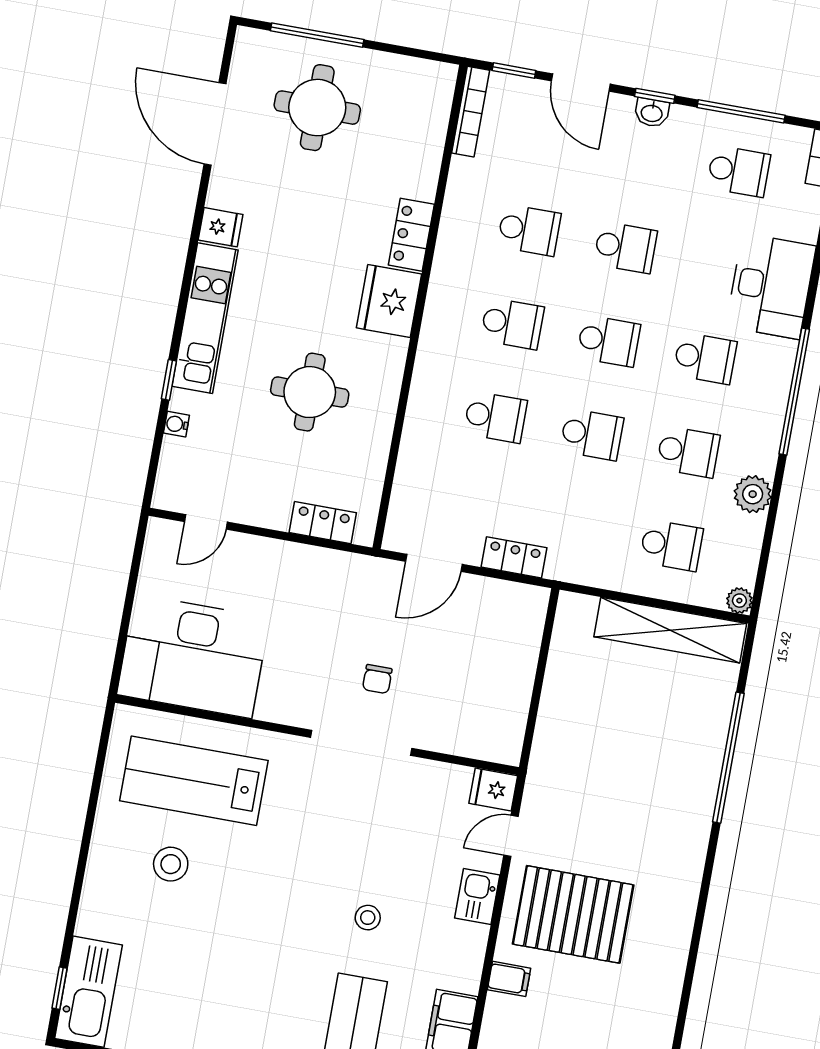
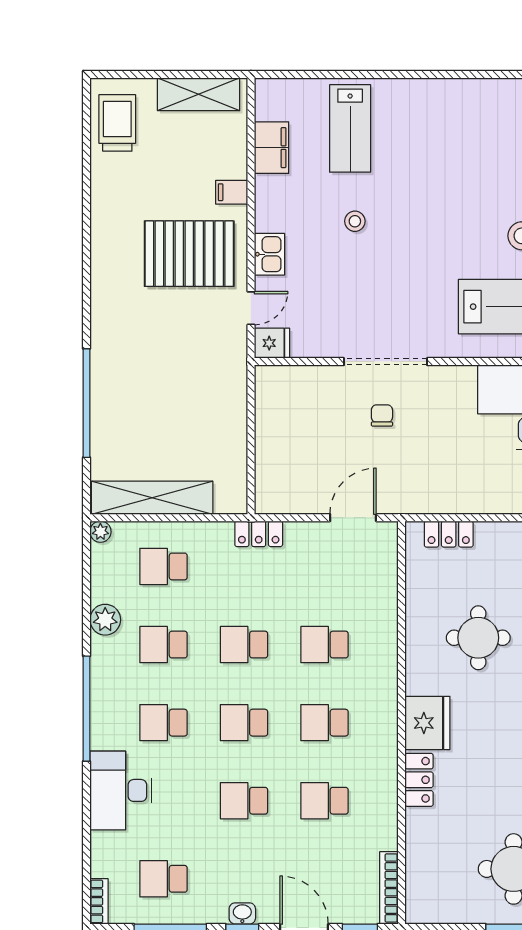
locker: (514, 557) -> (259, 534), moved

